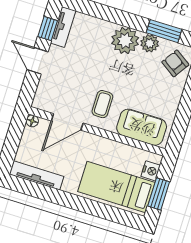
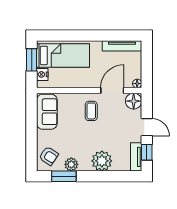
plant: (125, 41) -> (102, 161), moved
floor lamp: (44, 100) -> (134, 101), added
sofa: (142, 127) -> (47, 112), moved, turned -90

